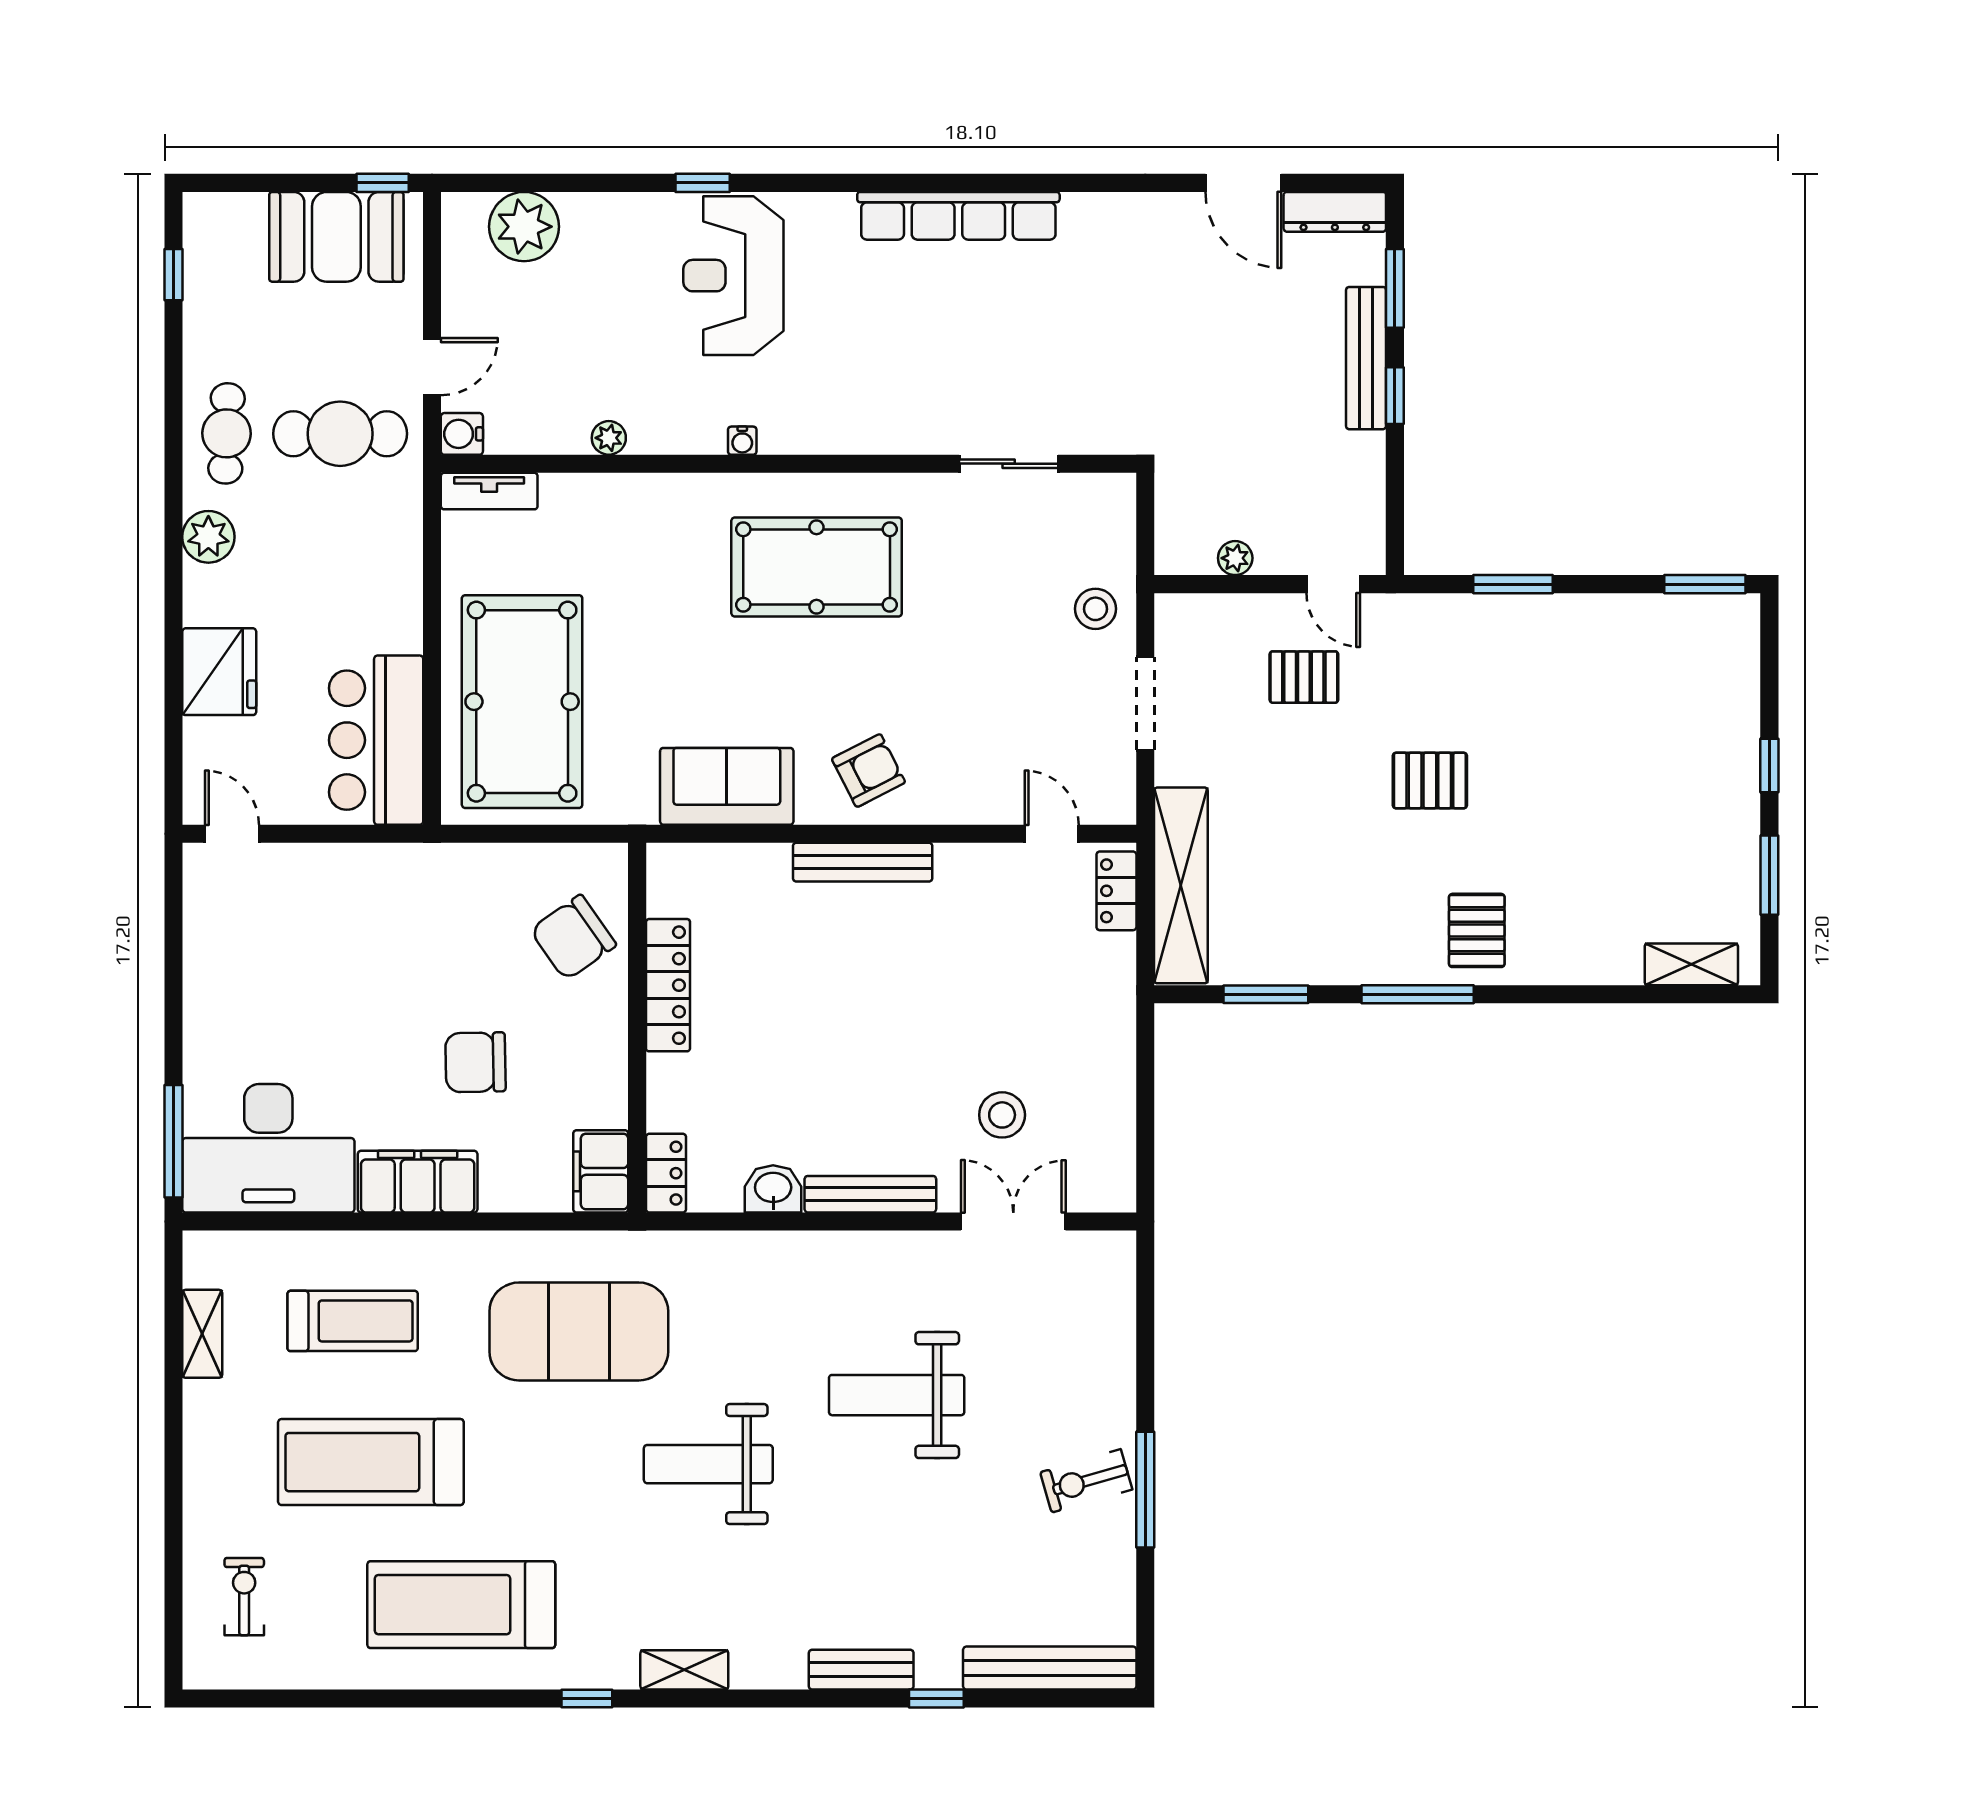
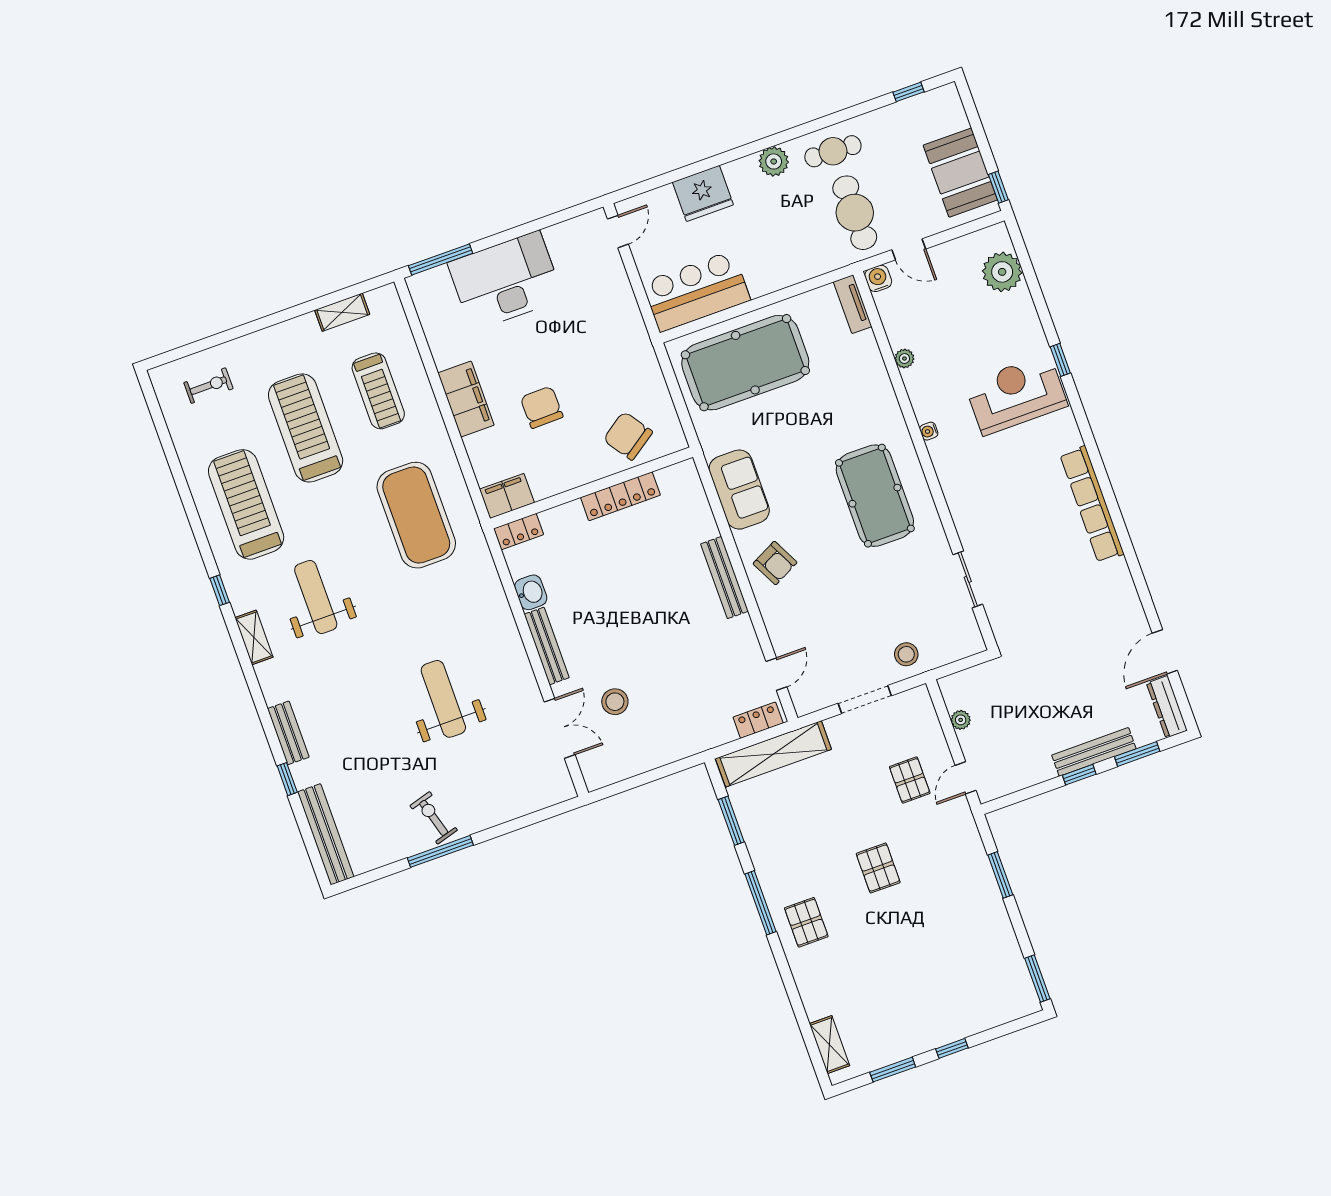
pallet: (1477, 930) -> (806, 922), turned 90
desk: (268, 1148) -> (506, 281), moved, turned 90
weight bench: (708, 1464) -> (316, 597), moved

